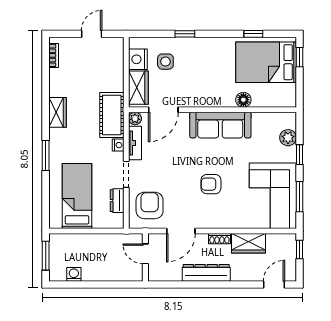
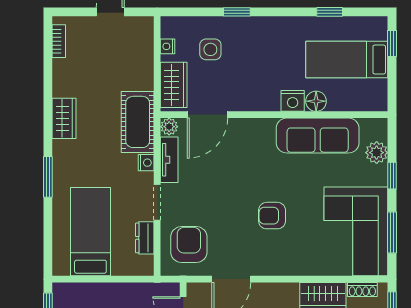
nightstand: (138, 59) -> (167, 46), width x0.53, depth x0.56
bed: (266, 62) -> (347, 59), width x0.67
nightstand: (226, 100) -> (293, 101), added
sofa: (220, 125) -> (318, 136), moved
shoe rack: (219, 239) -> (362, 290), moved

